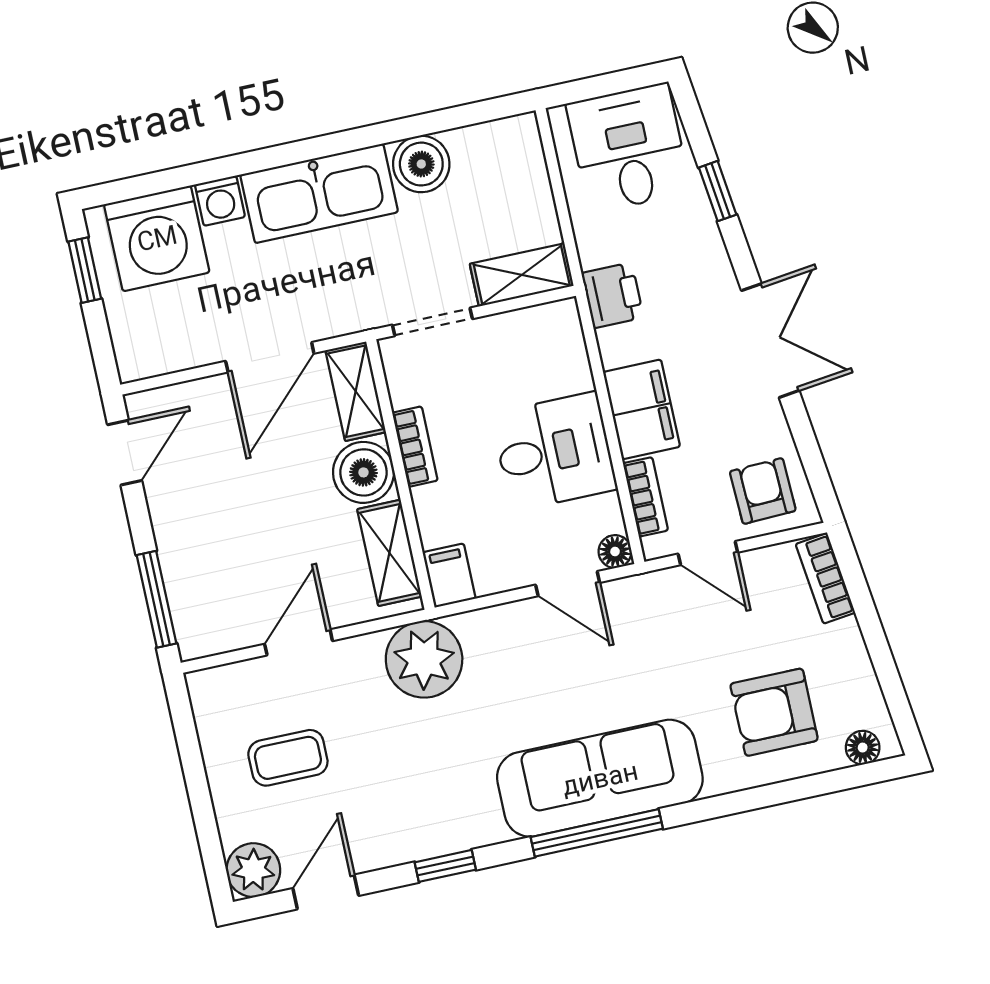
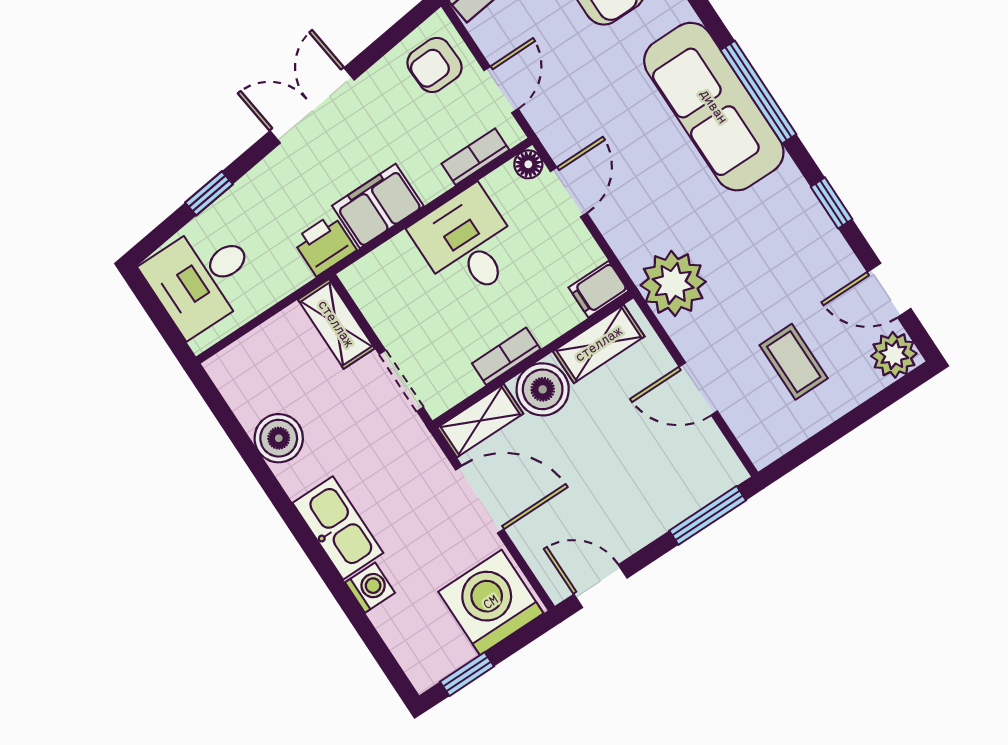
kitchen sink: (319, 193) -> (338, 528), width x0.73, depth x0.81
washing machine: (157, 238) -> (491, 602), moved, turned -90
filing cabinet: (642, 409) -> (378, 206), moved

